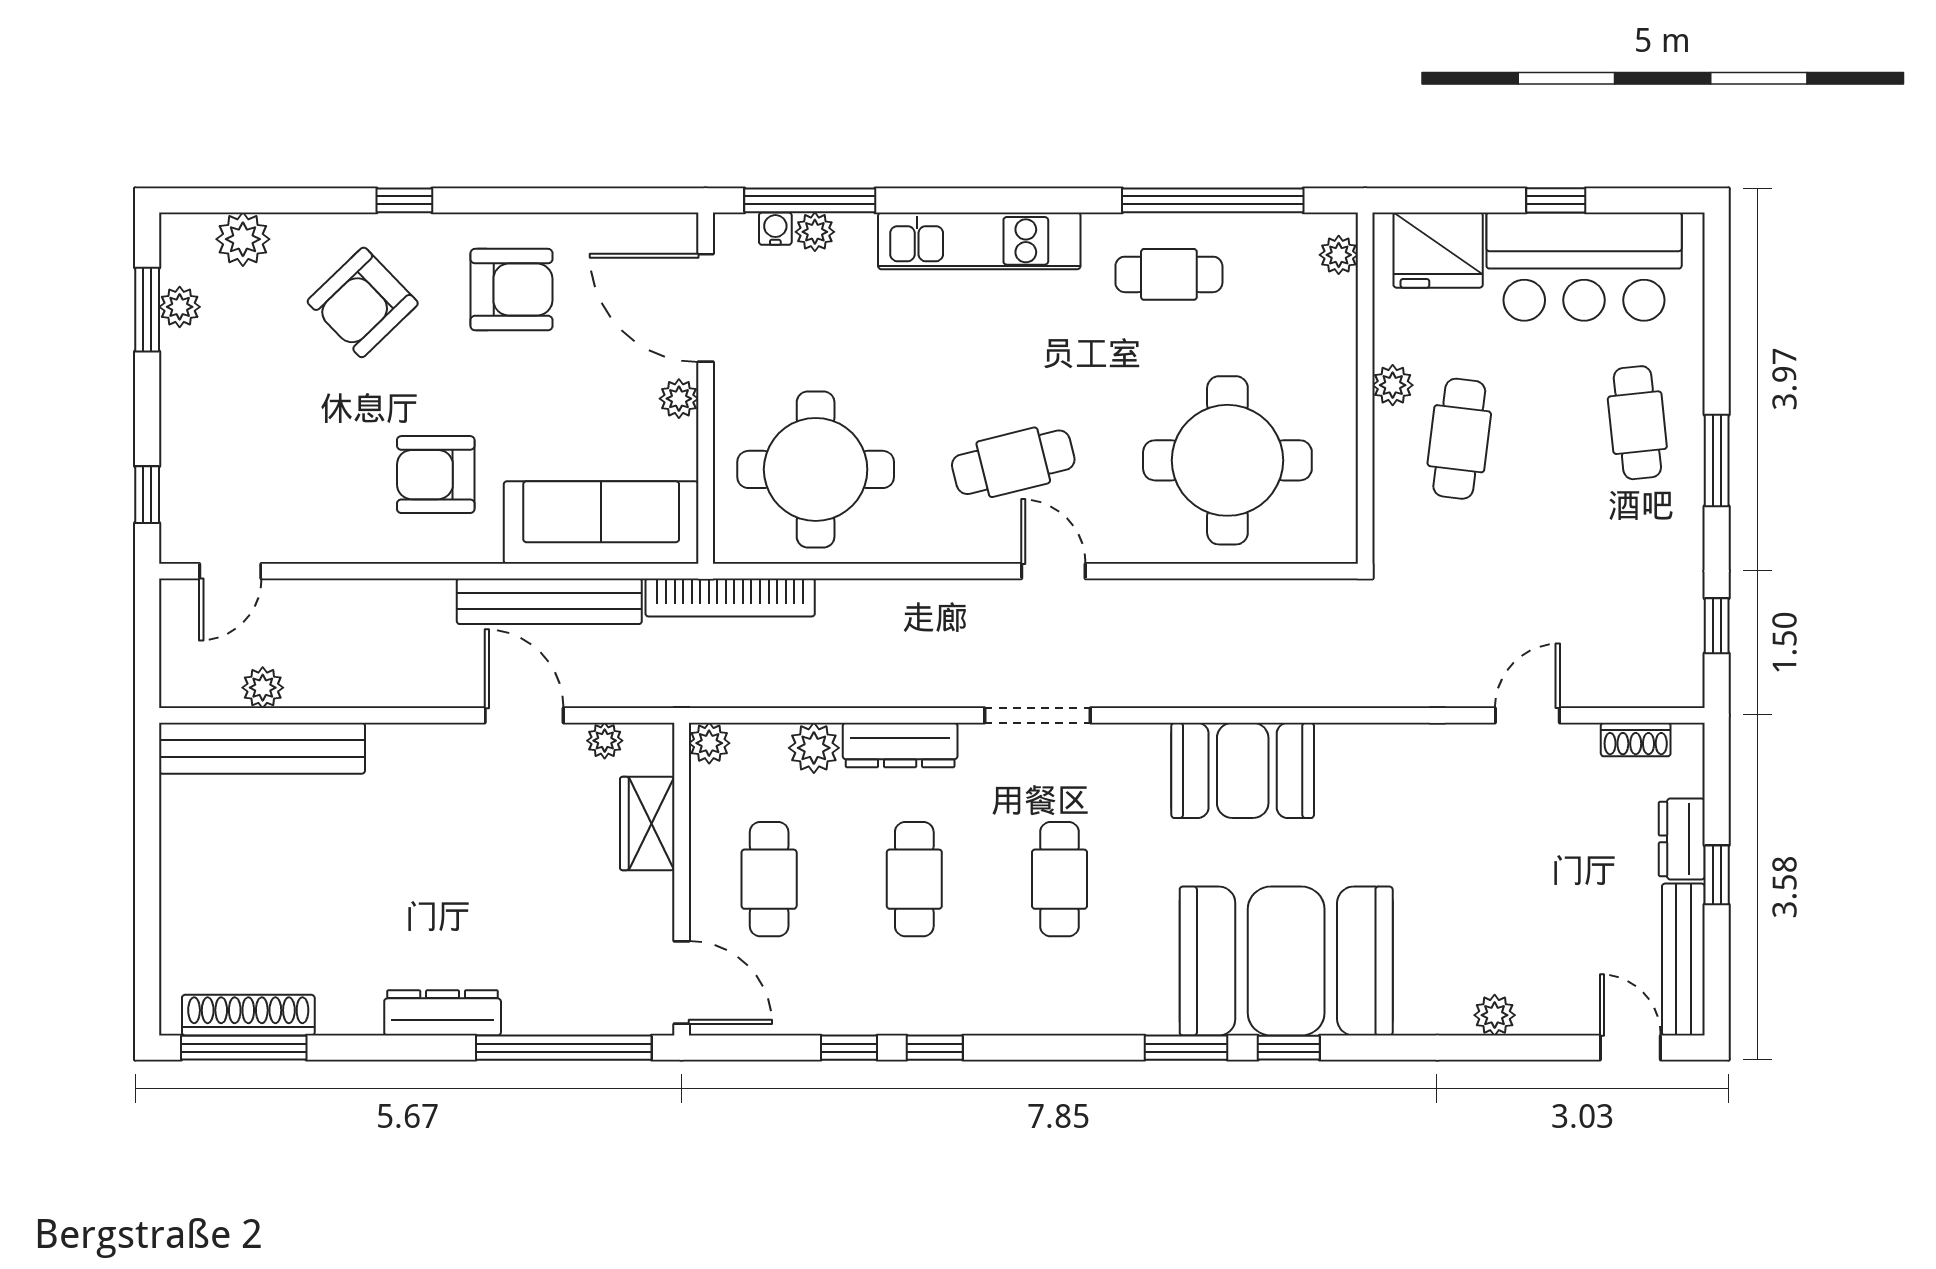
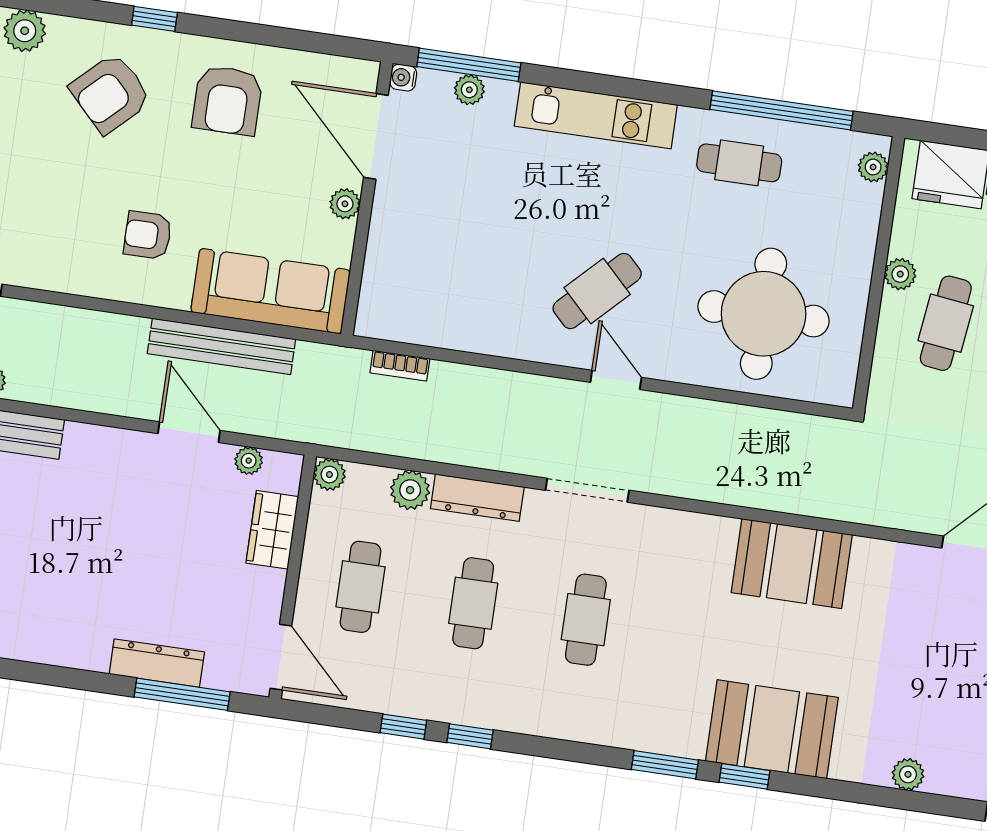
water cooler: (775, 229) -> (403, 78), moved, turned -90
armchair: (511, 290) -> (227, 100), turned 90
cafe table: (1013, 462) -> (597, 291), turned -31
round table: (816, 469) -> (443, 274), removed
armchair: (436, 475) -> (148, 235), width x0.72, depth x0.72
bookcase: (730, 597) -> (400, 366), width x0.43, depth x0.76
booth: (1243, 770) -> (792, 564), moved
booth: (1286, 961) -> (772, 729), width x0.73, depth x0.70
dresser: (443, 1013) -> (157, 663), moved
window: (564, 1048) -> (182, 694), width x0.68

